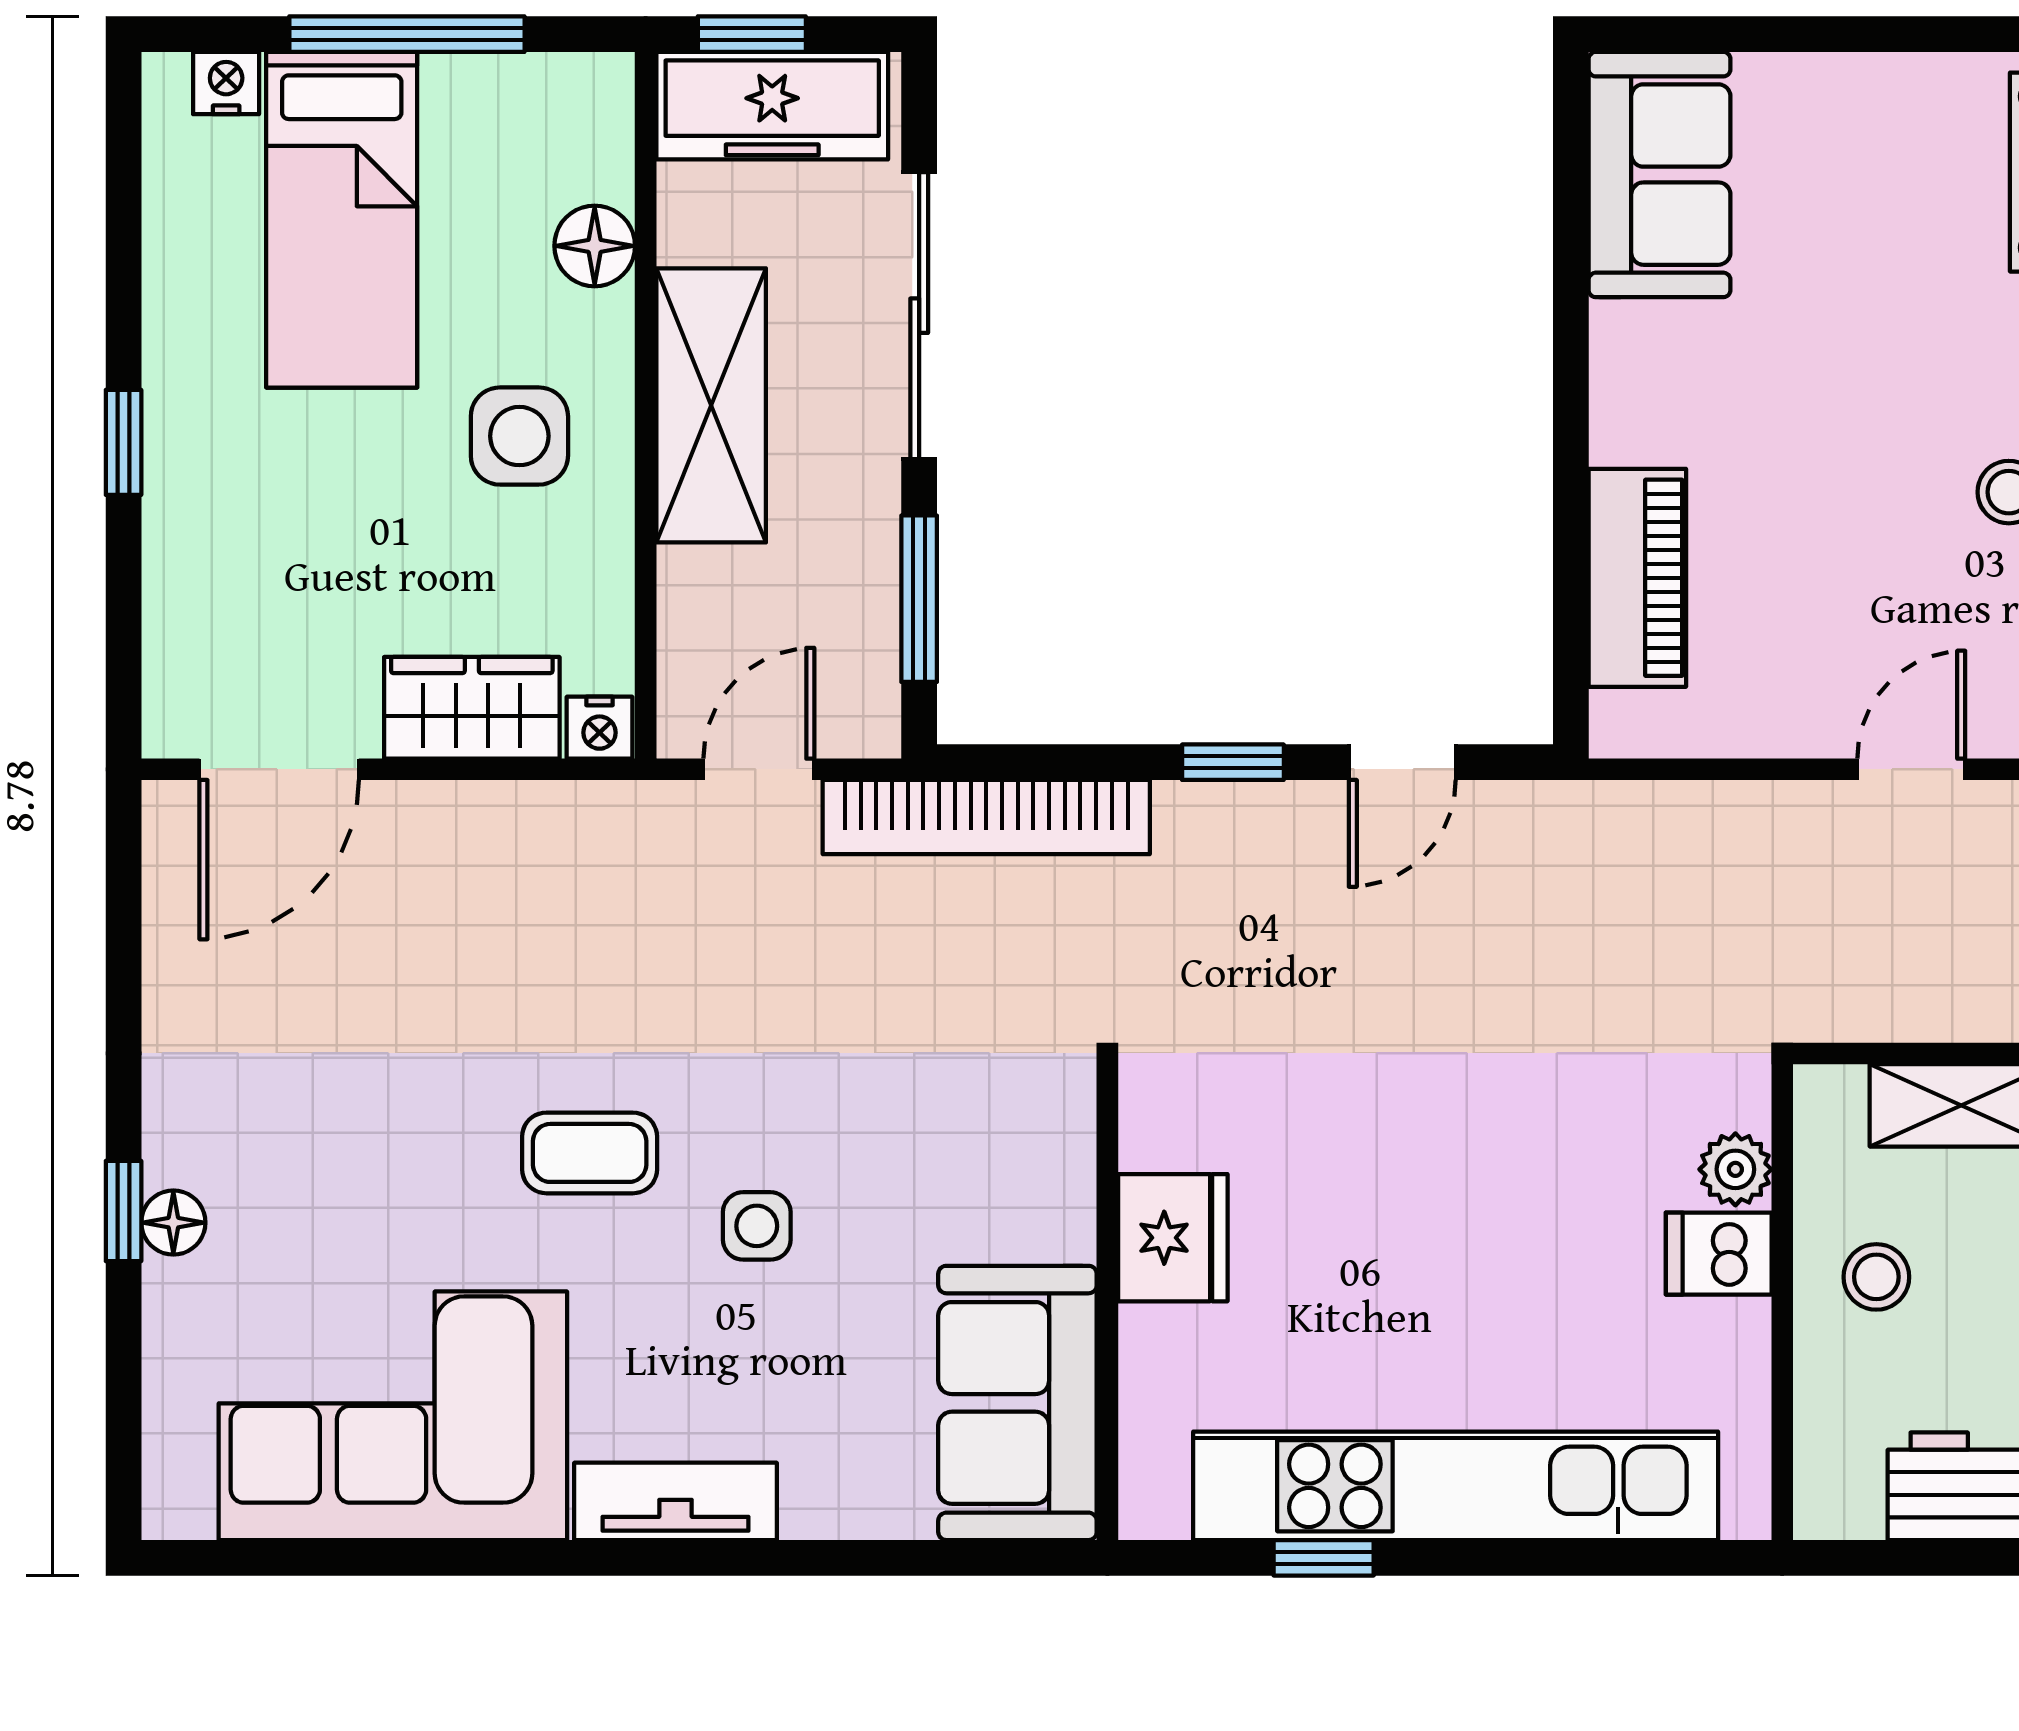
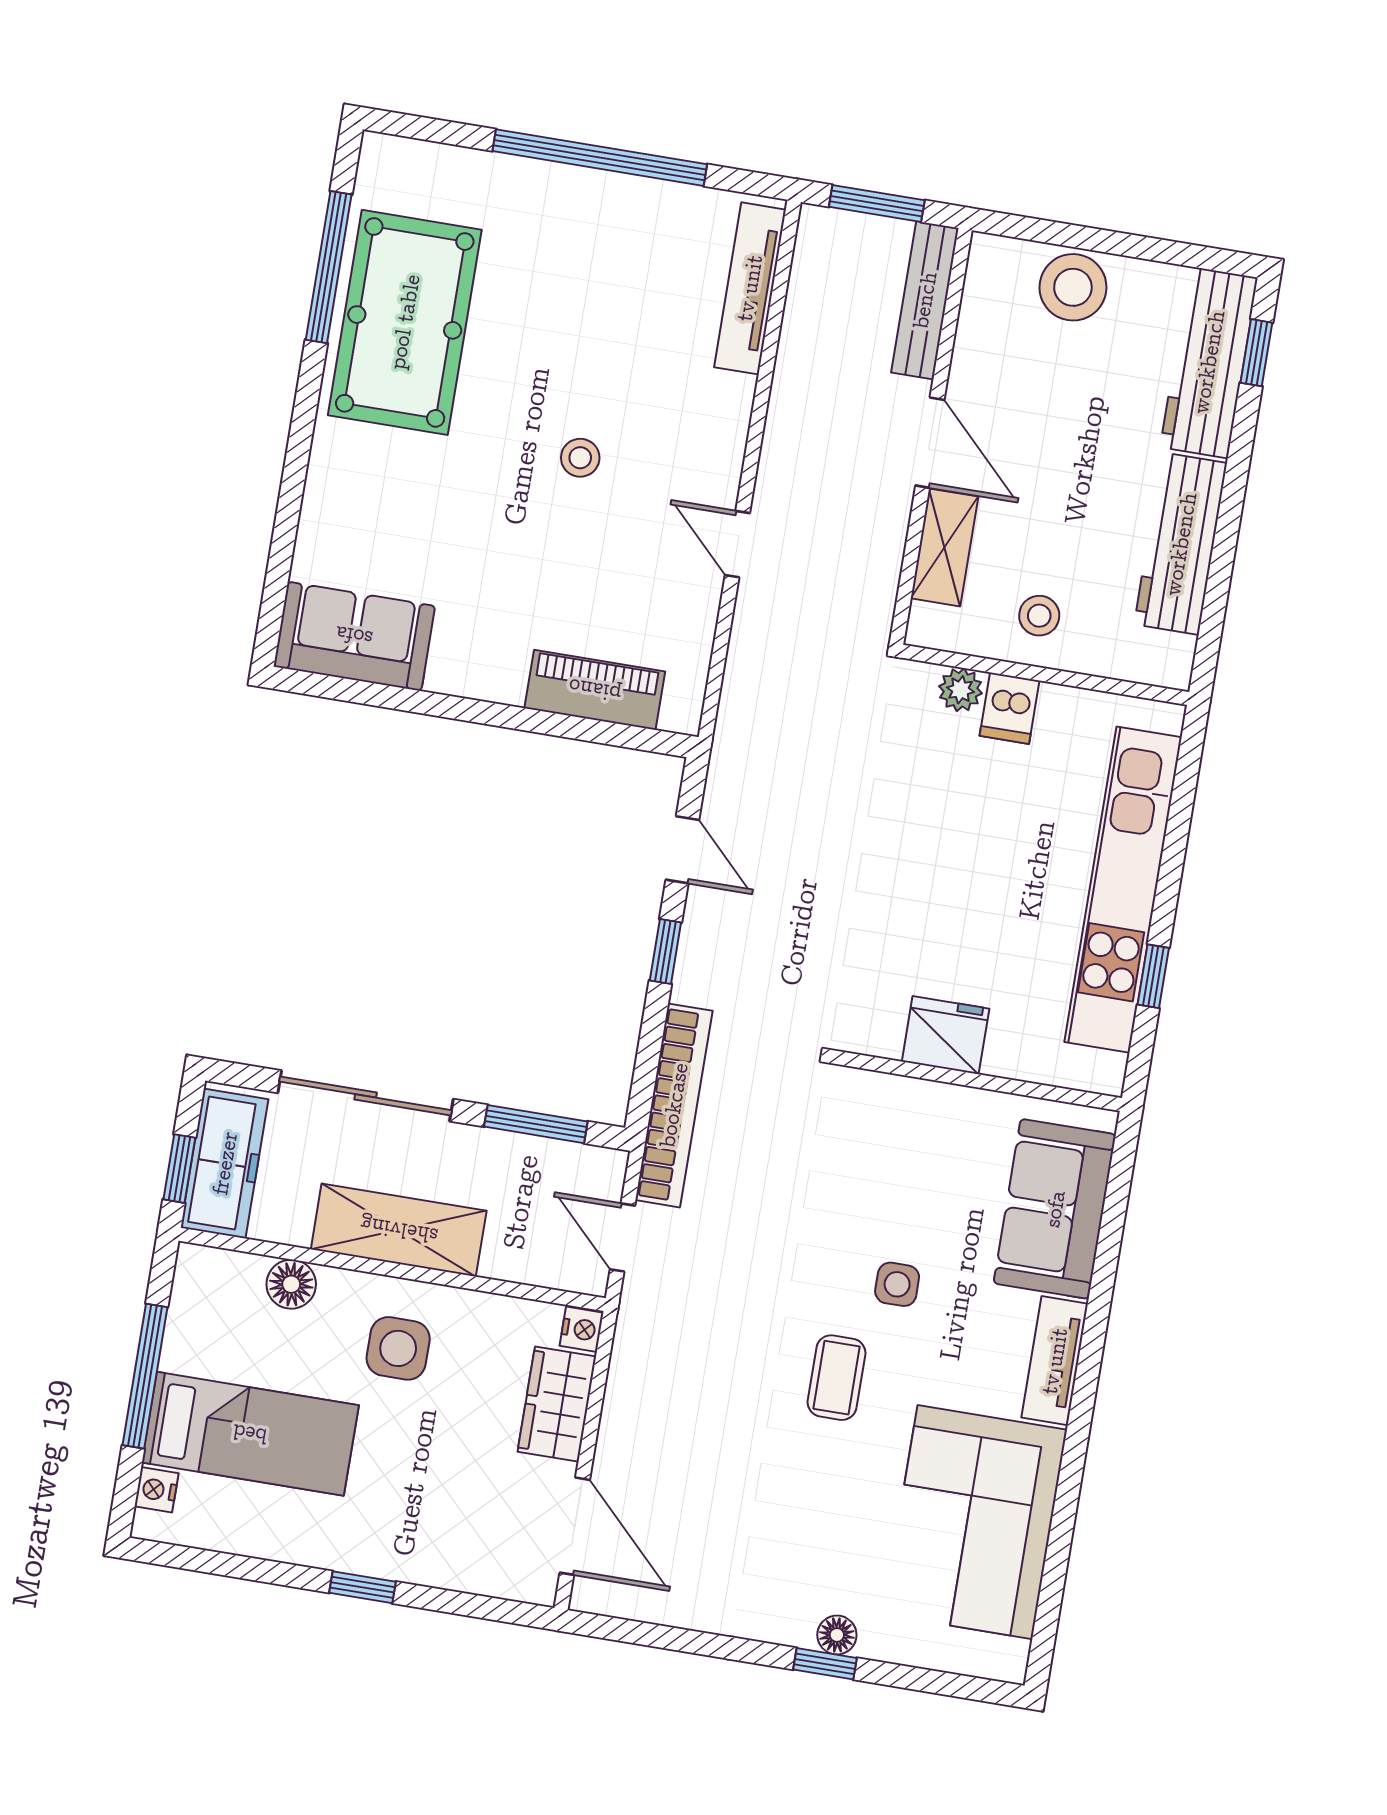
sofa: (1017, 1403) -> (1055, 1209), moved, turned 90

